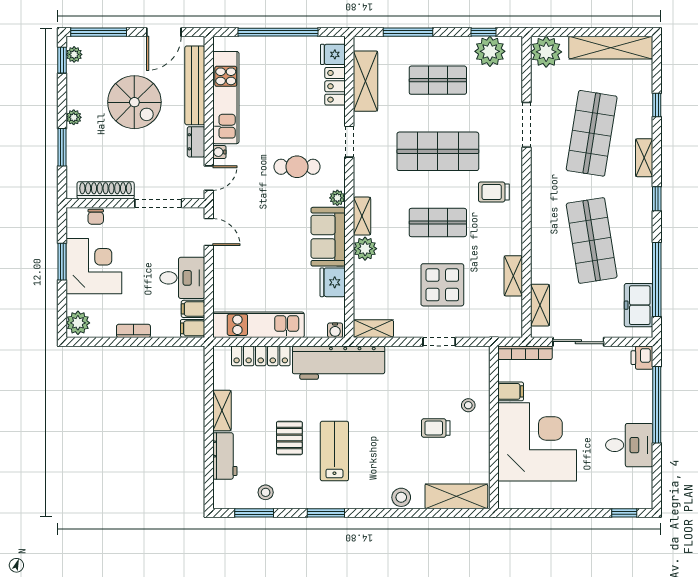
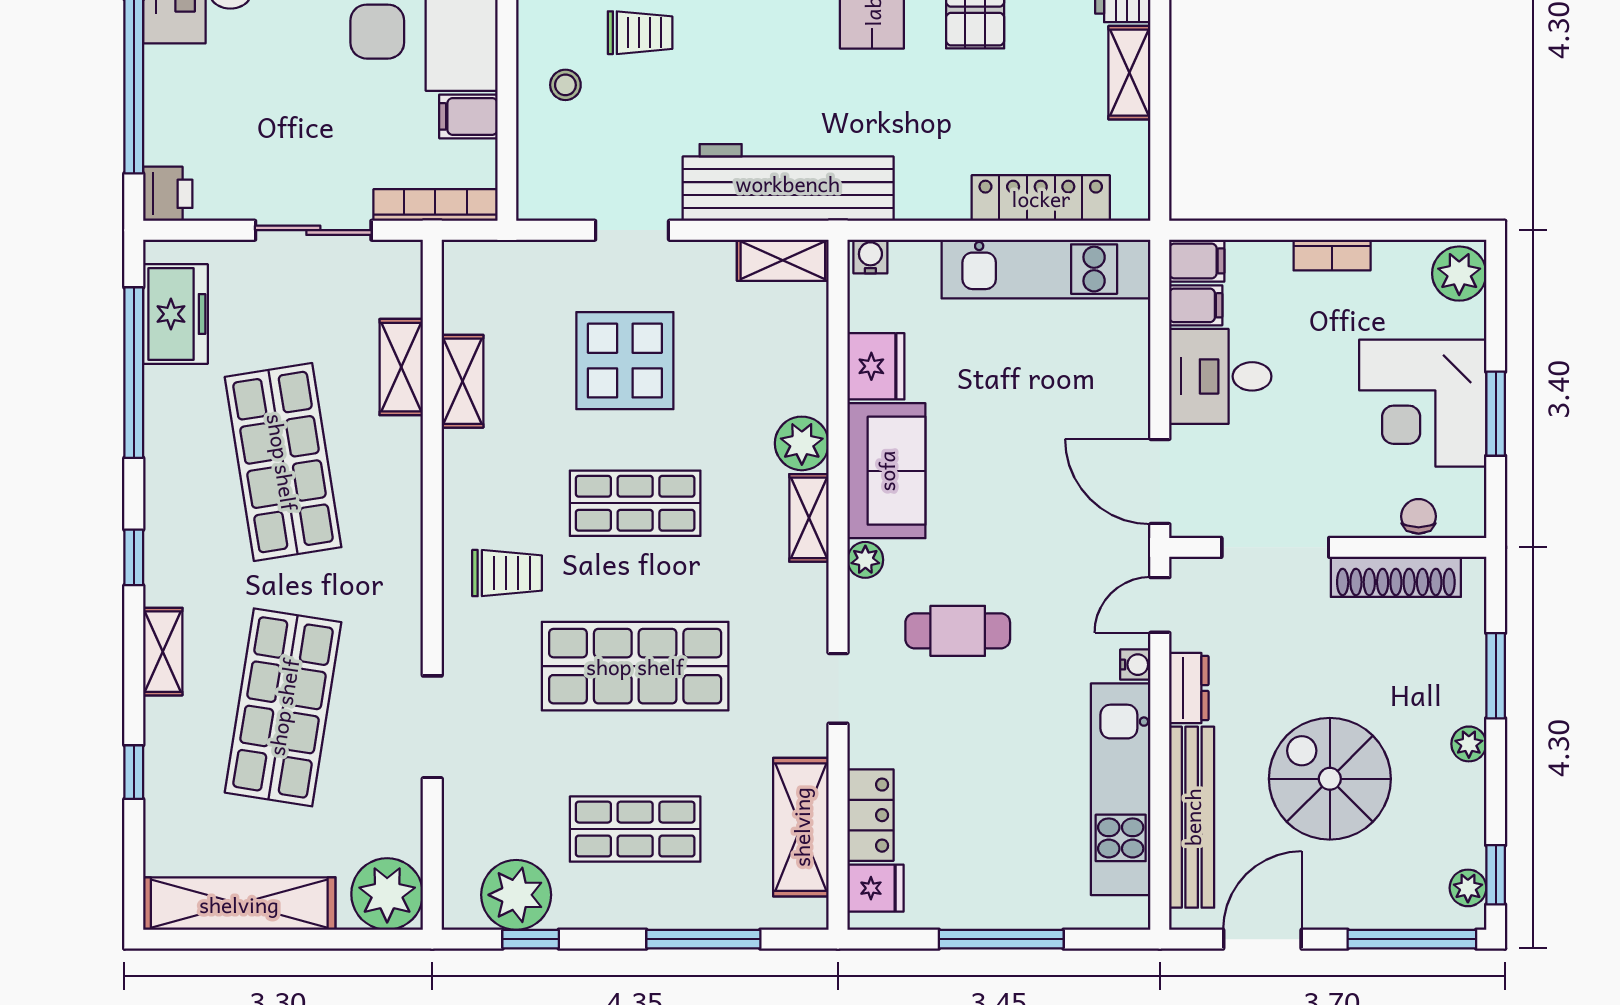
window: (278, 32) -> (1001, 939), width x0.68
door: (209, 232) -> (1160, 481), width x1.38
shelving: (540, 305) -> (401, 367), moved
workbench: (339, 363) -> (788, 183), moved

